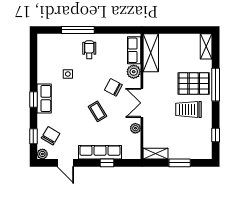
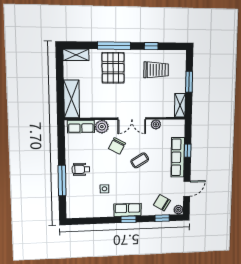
shelving: (151, 53) -> (72, 99), moved, turned 90
trolley: (188, 109) -> (156, 70), moved, turned -90
window: (216, 135) -> (151, 46), moved

